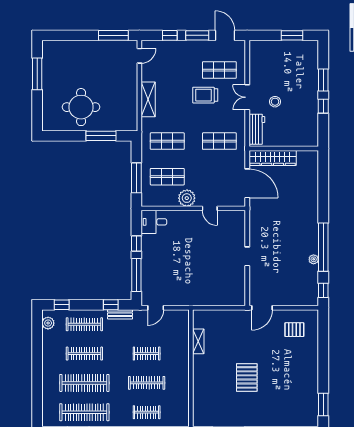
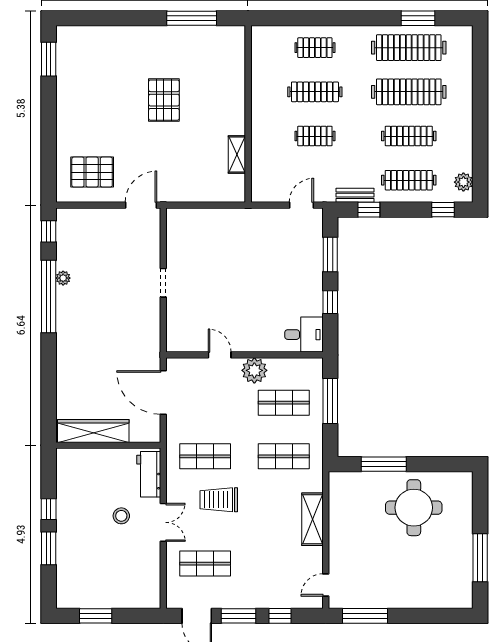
trolley: (205, 95) -> (219, 500), moved, turned 180
wardrobe: (273, 158) -> (93, 431), moved
window: (136, 275) -> (330, 254), width x0.69
pallet: (294, 330) -> (92, 172), width x1.50, depth x1.42

